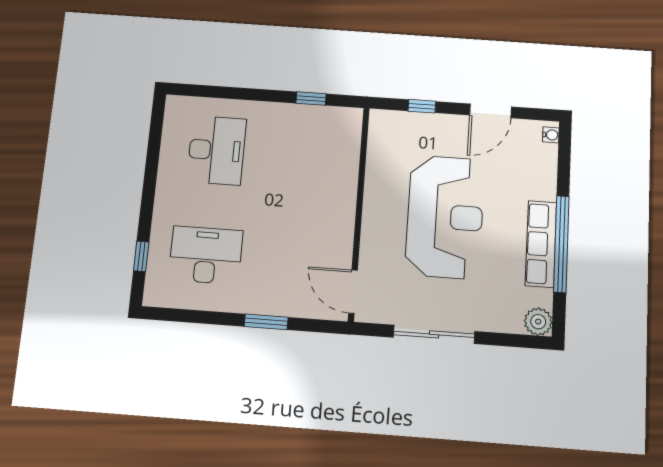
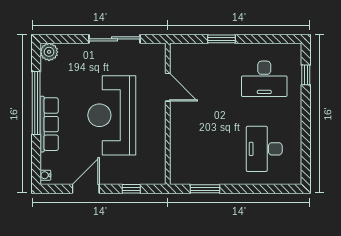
window: (311, 99) -> (205, 189), width x1.50
row of seats: (541, 244) -> (49, 124), moved
door: (353, 292) -> (168, 87), moved

